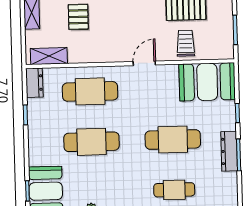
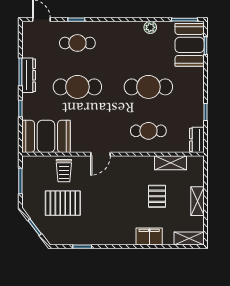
shelving: (49, 56) -> (170, 163), moved
cafe table: (90, 91) -> (148, 131), width x0.73, depth x0.74

